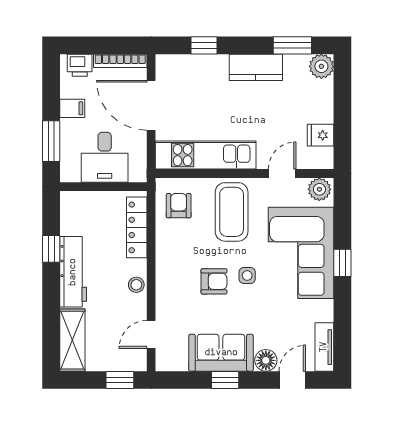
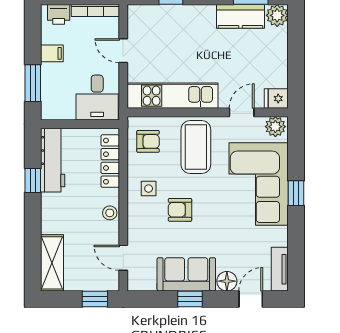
kitchen counter: (256, 67) -> (240, 16), moved
door: (151, 105) -> (123, 51), width x0.53
fridge: (321, 135) -> (276, 99), moved
desk: (105, 157) -> (97, 98), moved
armchair: (179, 206) -> (148, 141), turned 90
workbench: (73, 272) -> (53, 160), moved
side table: (247, 275) -> (149, 189), moved
armchair: (214, 281) -> (180, 210), turned 180
door: (151, 334) -> (123, 258), hinge flipped

